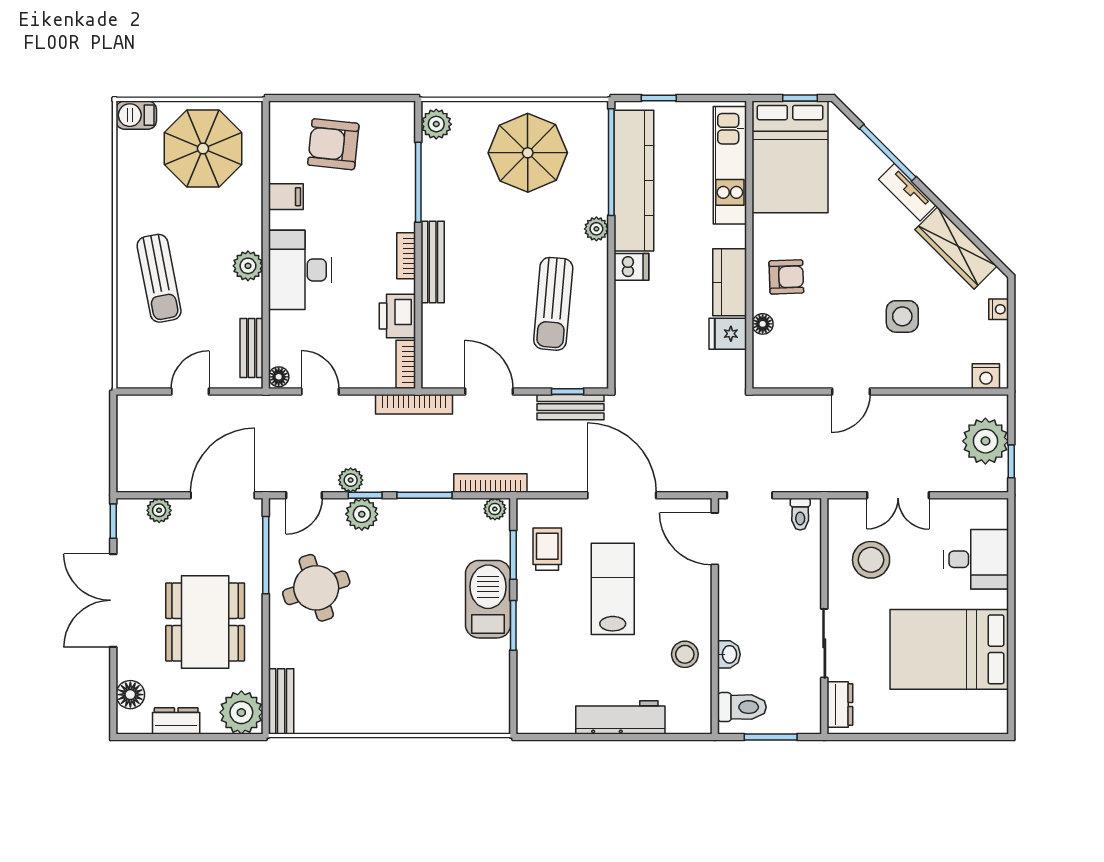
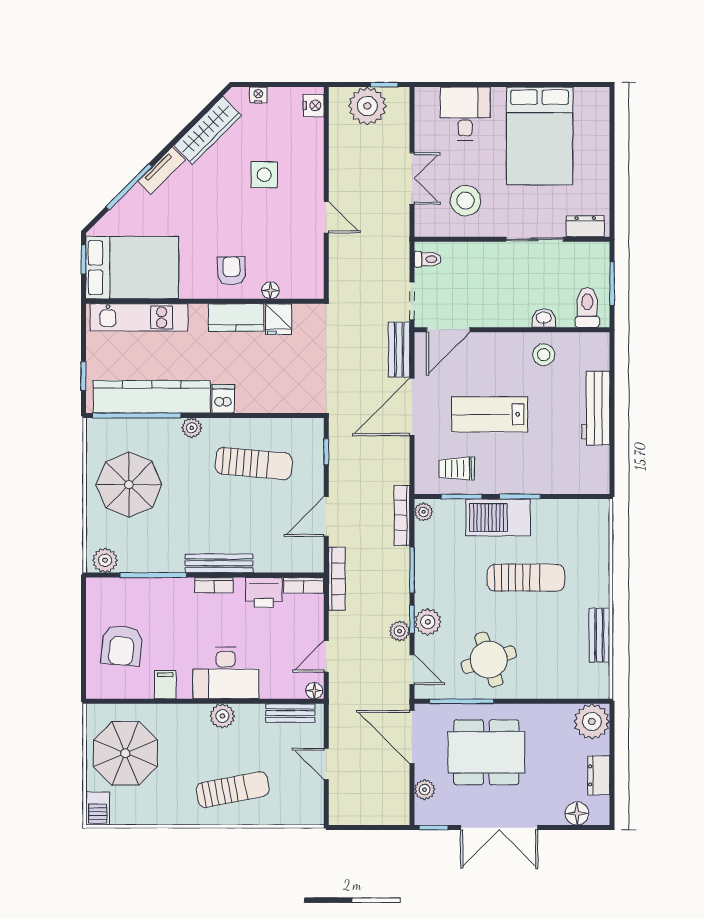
bench: (571, 407) -> (399, 350), moved
dining table: (205, 622) -> (486, 752), moved
sun lounger: (415, 633) -> (526, 578), added
bench: (281, 701) -> (599, 635), moved, turned 90

